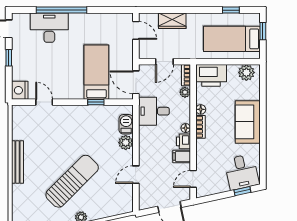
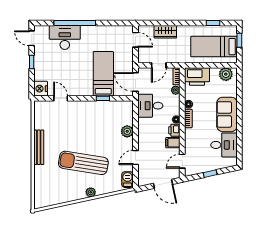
barbecue: (126, 124) -> (127, 180), moved
desk: (242, 172) -> (224, 145), moved, turned -78
sun lounger: (72, 181) -> (83, 163), turned -126
window: (242, 191) -> (210, 174), moved

